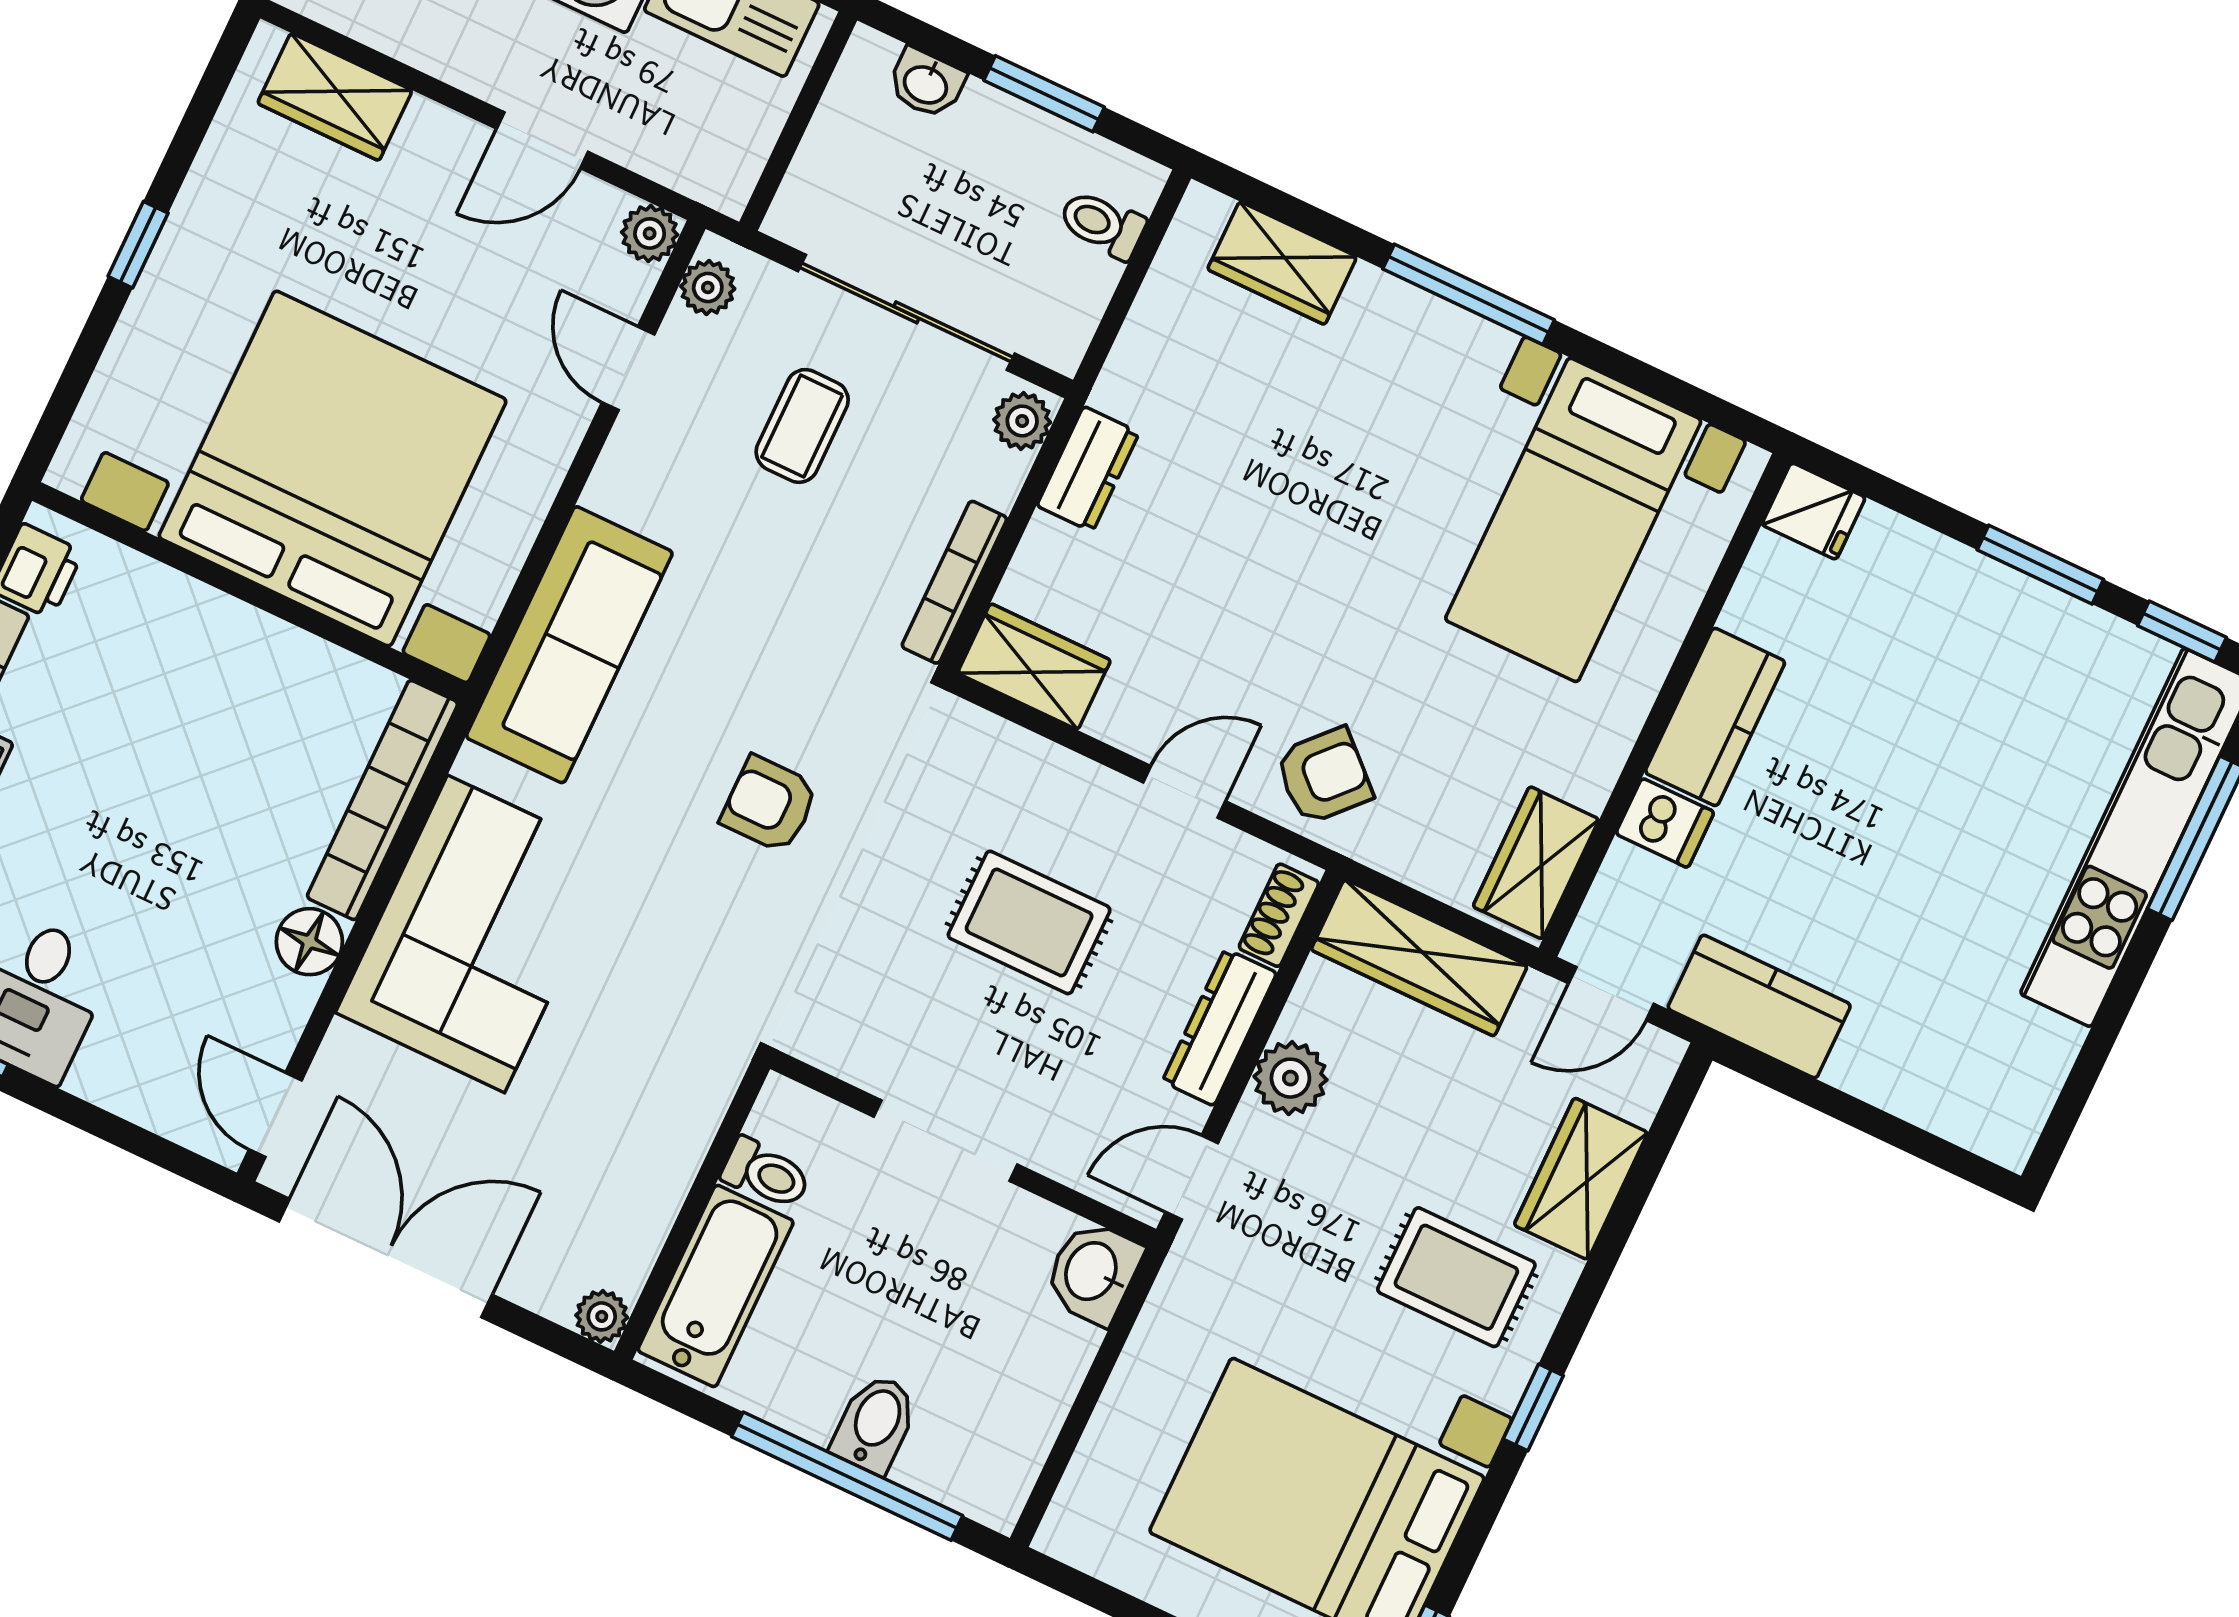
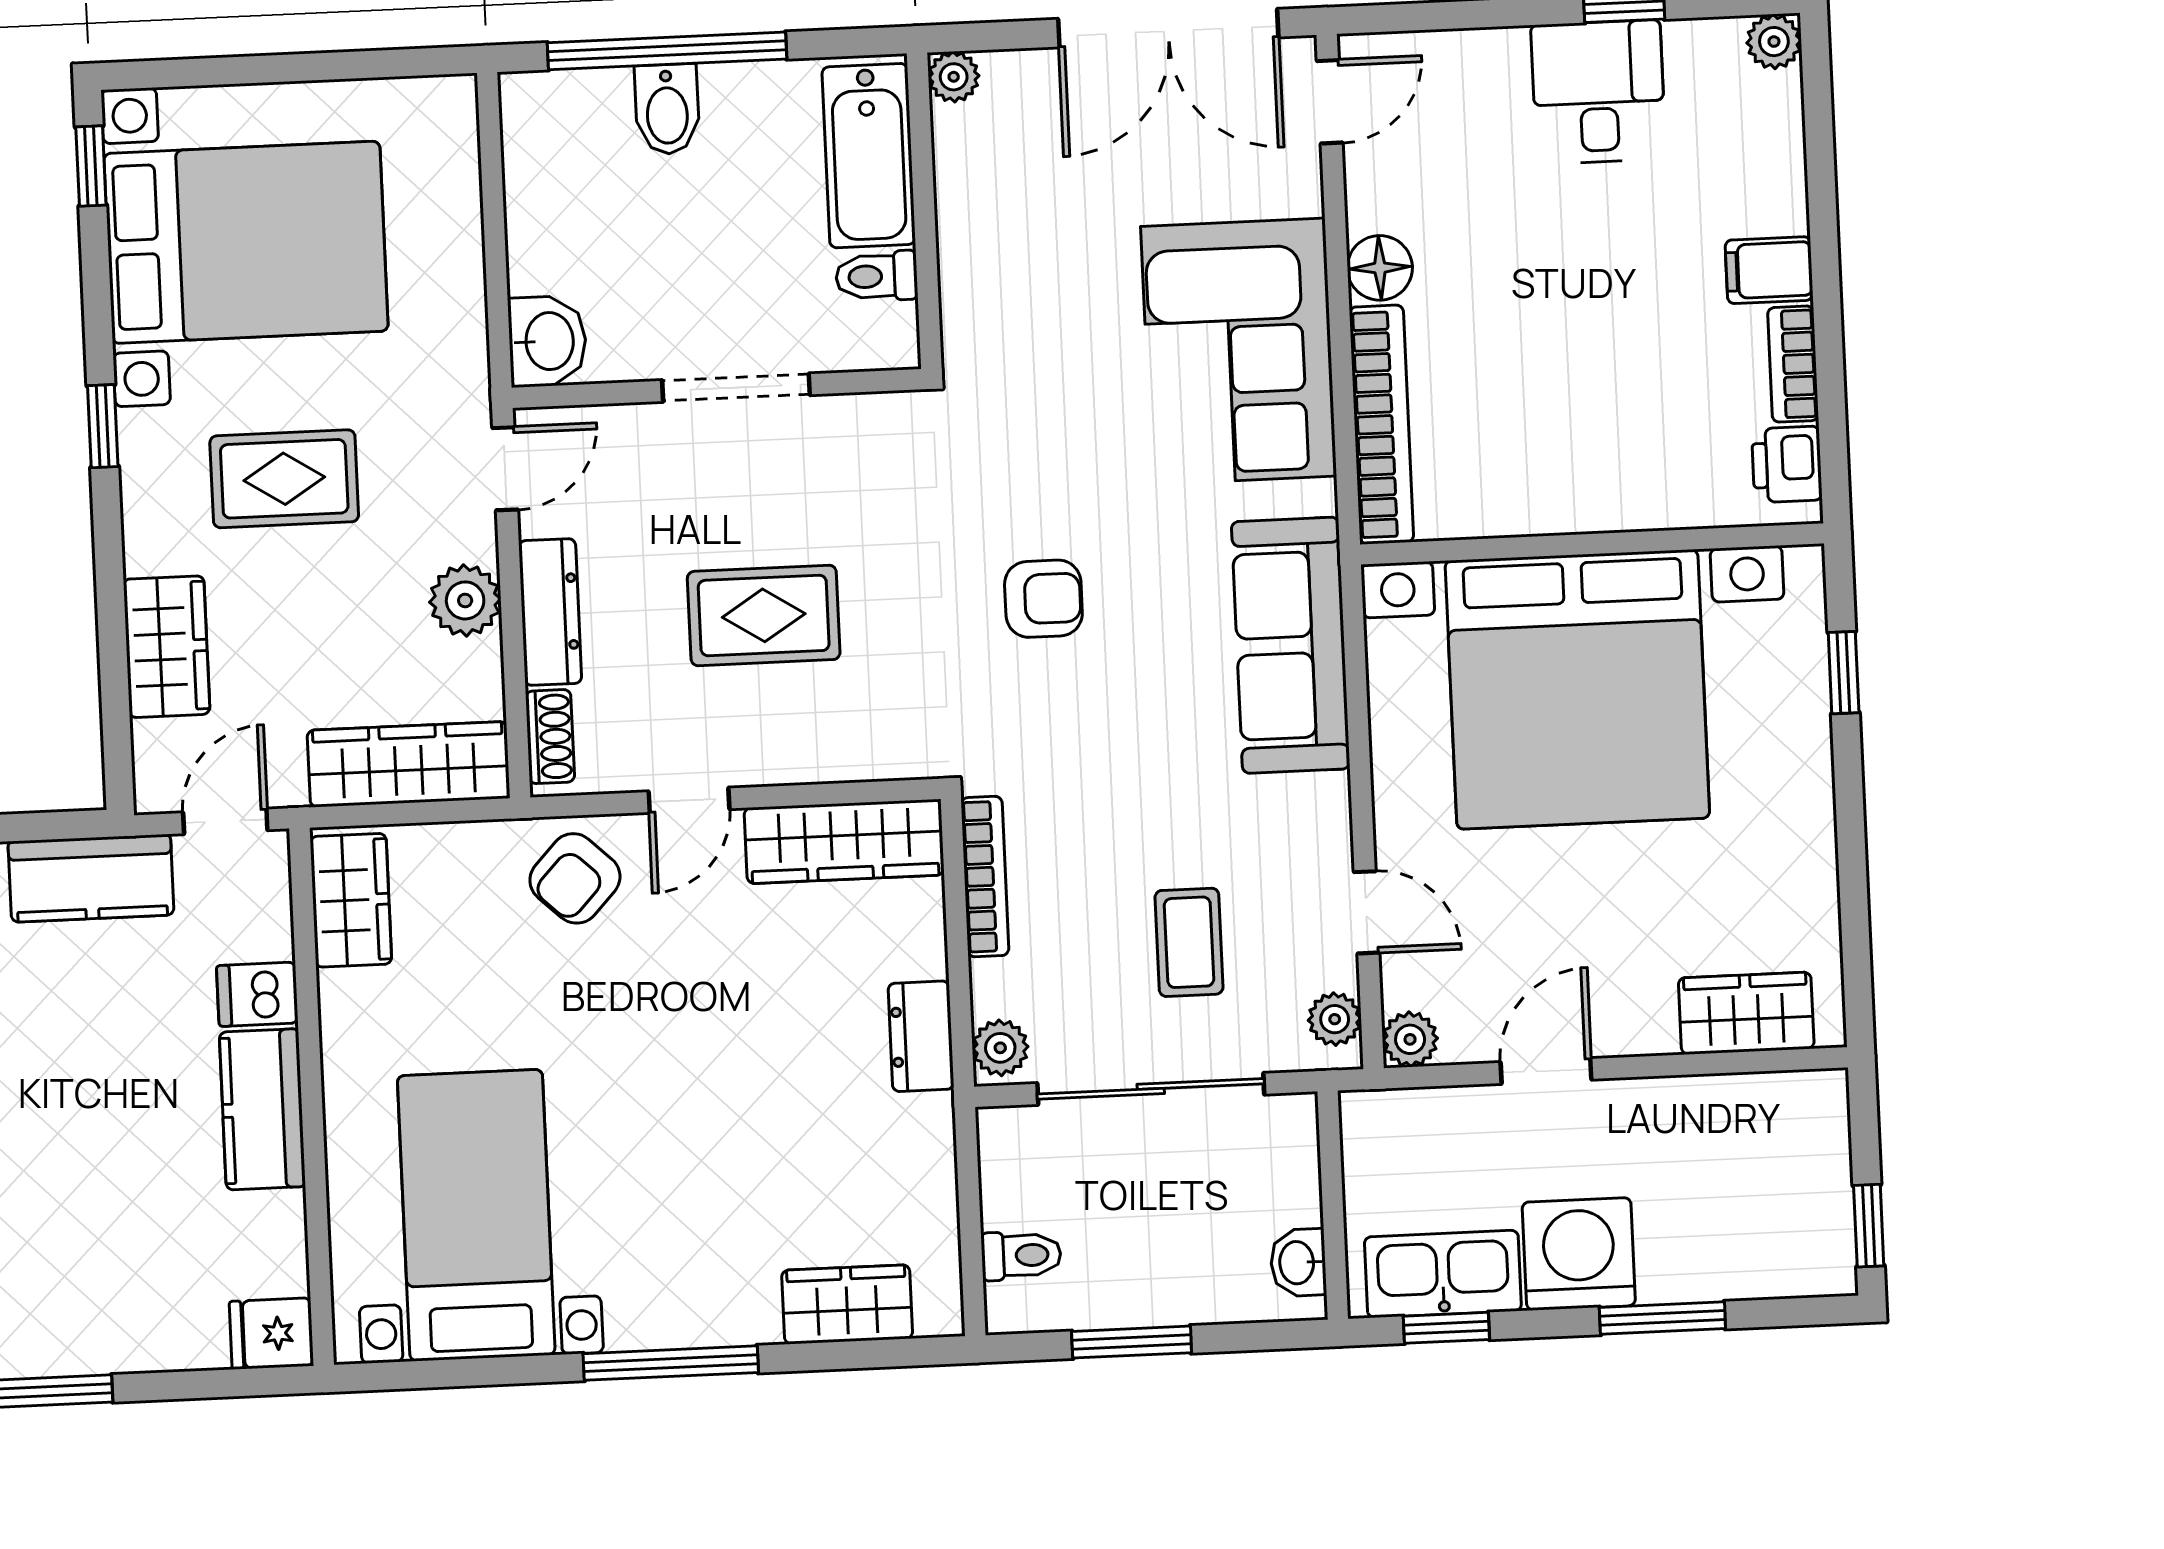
washbasin: (926, 83) -> (1298, 1263), moved, turned -90
window: (138, 245) -> (1844, 673), moved
wardrobe: (1034, 667) -> (844, 841), width x1.50
door: (275, 1115) -> (1330, 102), hinge flipped
rug: (1456, 1277) -> (284, 479), moved

